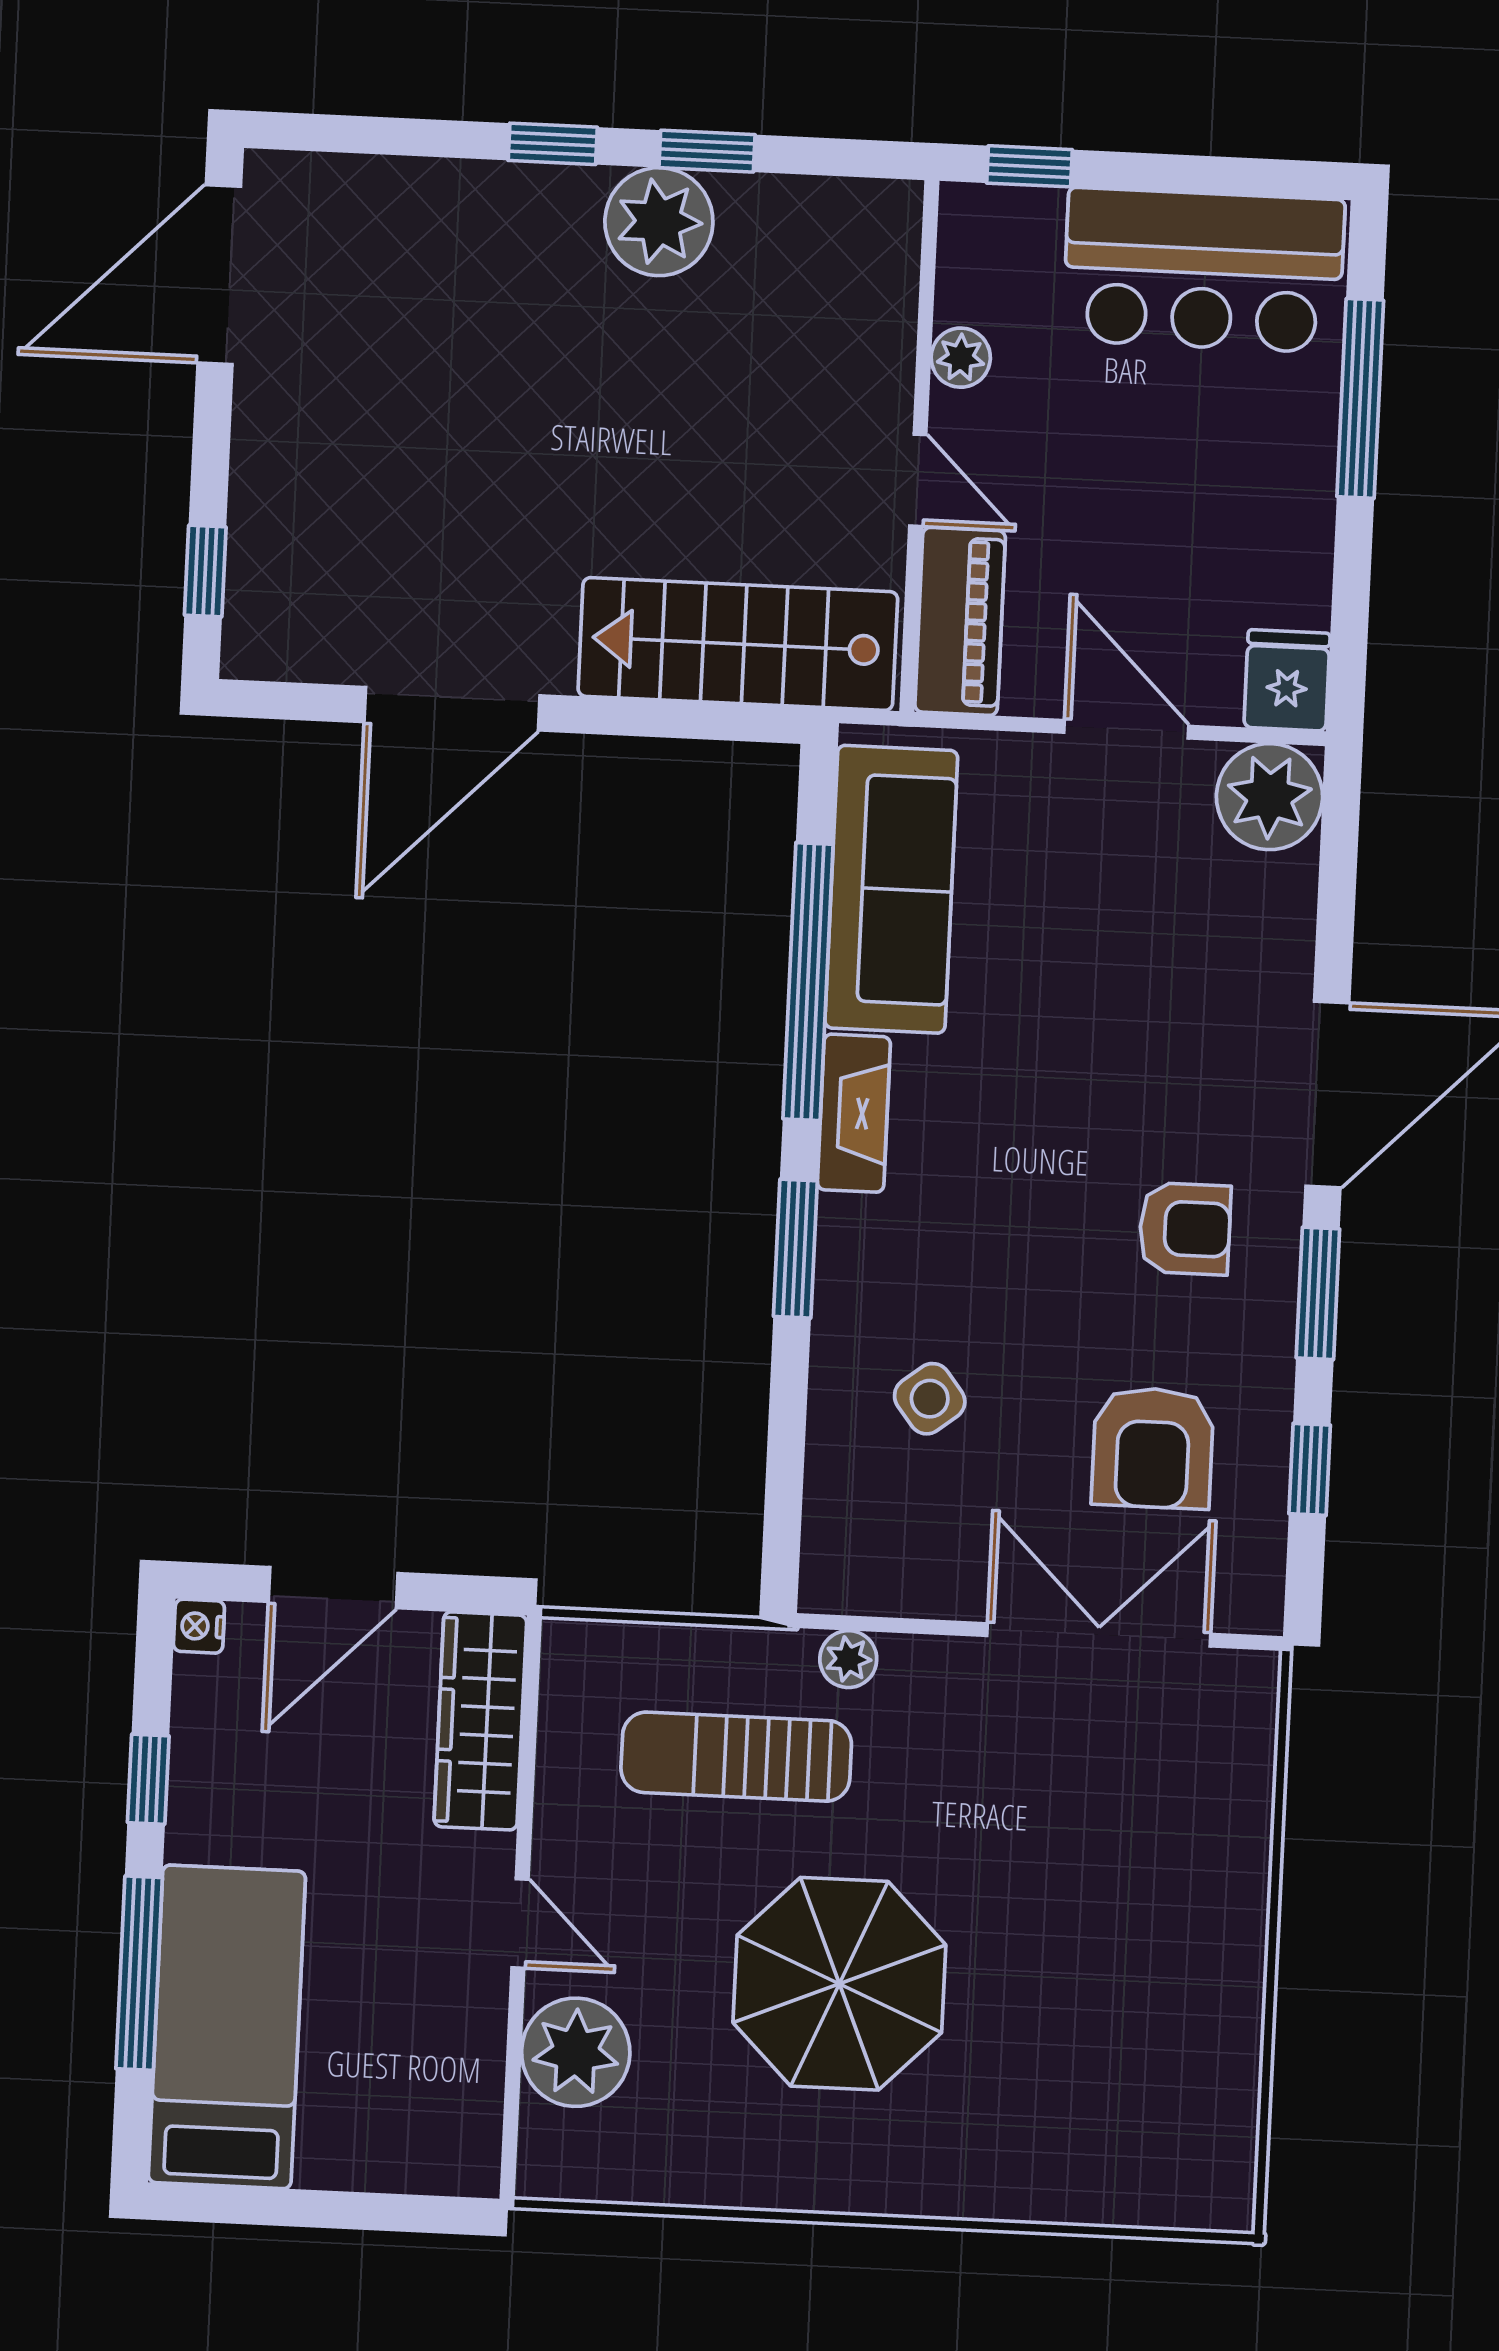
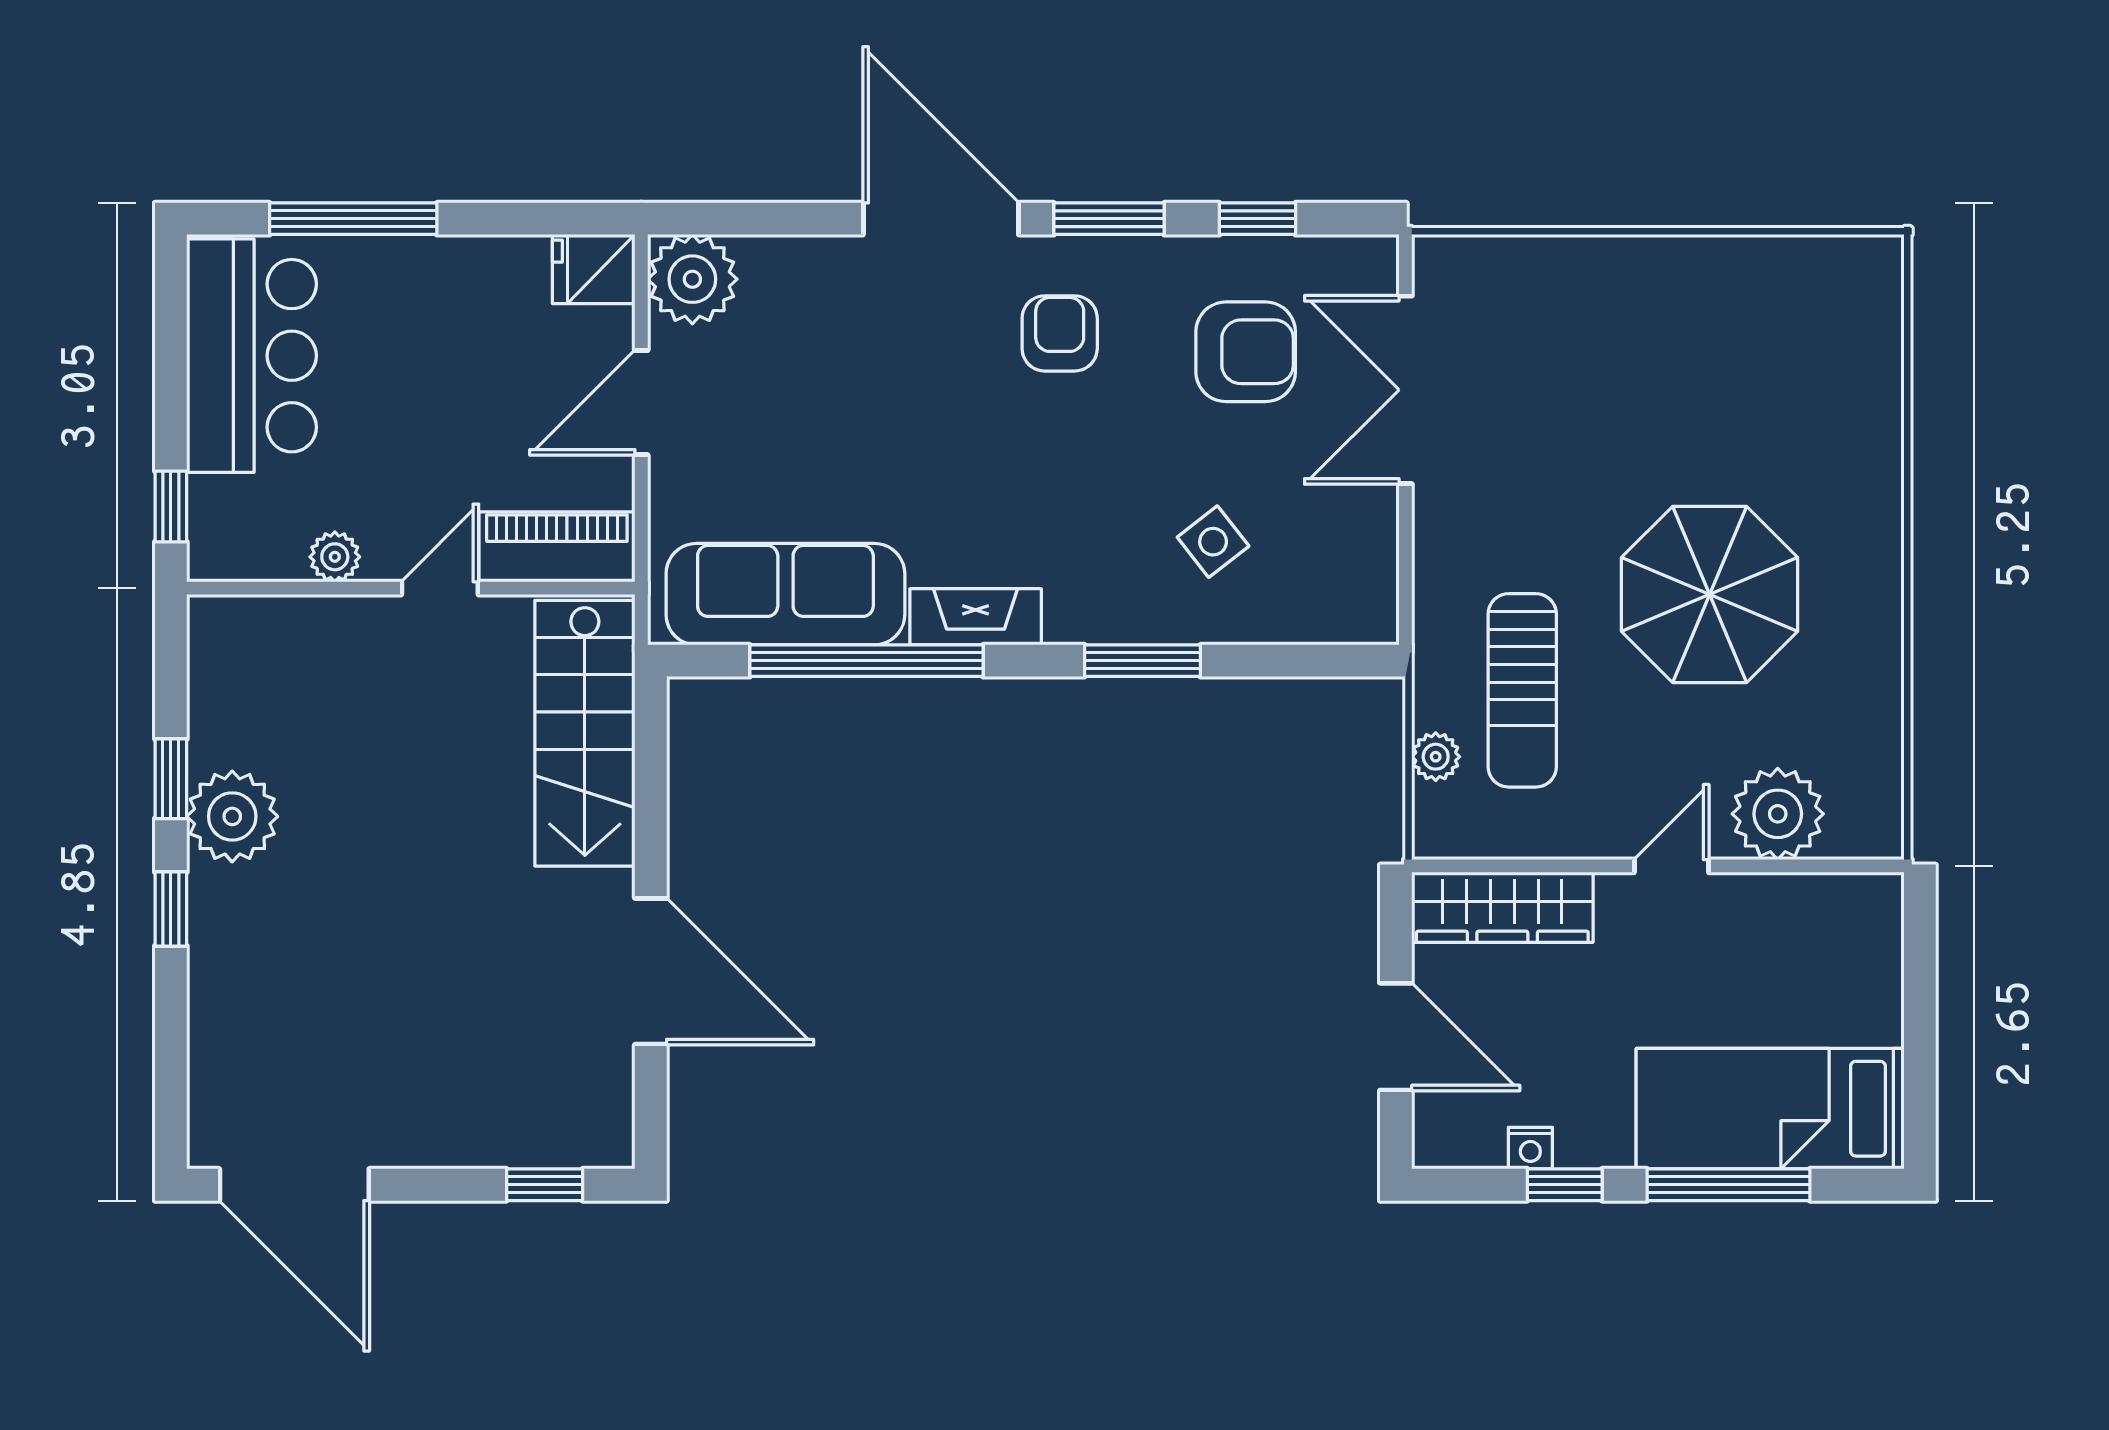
window: (795, 1249) -> (1142, 661), moved
nightstand: (199, 1626) -> (1530, 1148), moved
plant: (848, 1659) -> (1436, 757), moved

